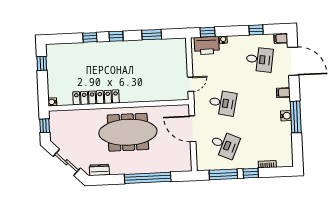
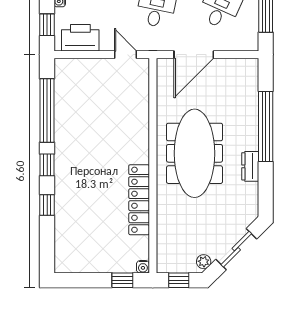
window: (152, 35) -> (47, 110), width x2.11
printer: (207, 45) -> (80, 38), moved, turned -90
window: (42, 63) -> (122, 280), moved
plant: (57, 141) -> (204, 262), added
dresser: (99, 170) -> (250, 166), moved

